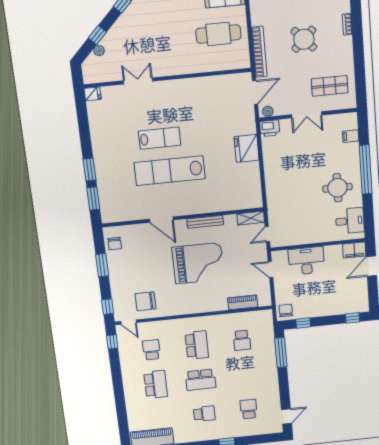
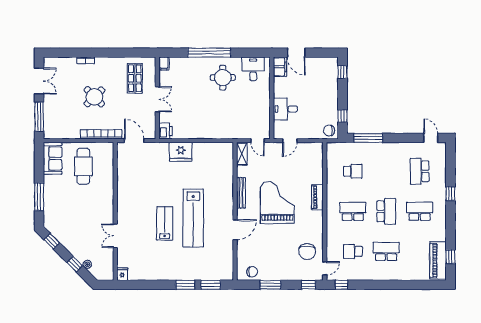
plant: (268, 111) -> (151, 131), removed
filing cabinet: (351, 136) -> (164, 64), moved
desk: (306, 261) -> (285, 109), width x0.73
piano: (243, 302) -> (317, 197), moved
school desk: (249, 409) -> (420, 171), width x1.85
school desk: (204, 414) -> (420, 211), width x1.85

